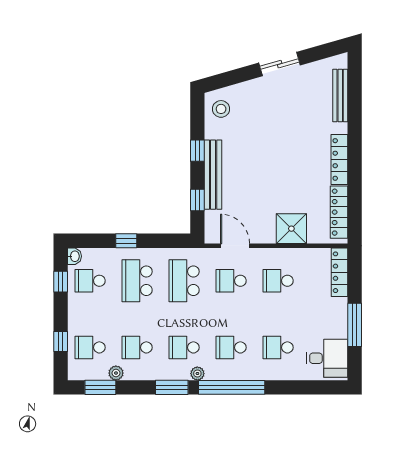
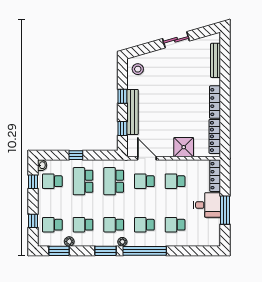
desk: (327, 358) -> (207, 205), moved

